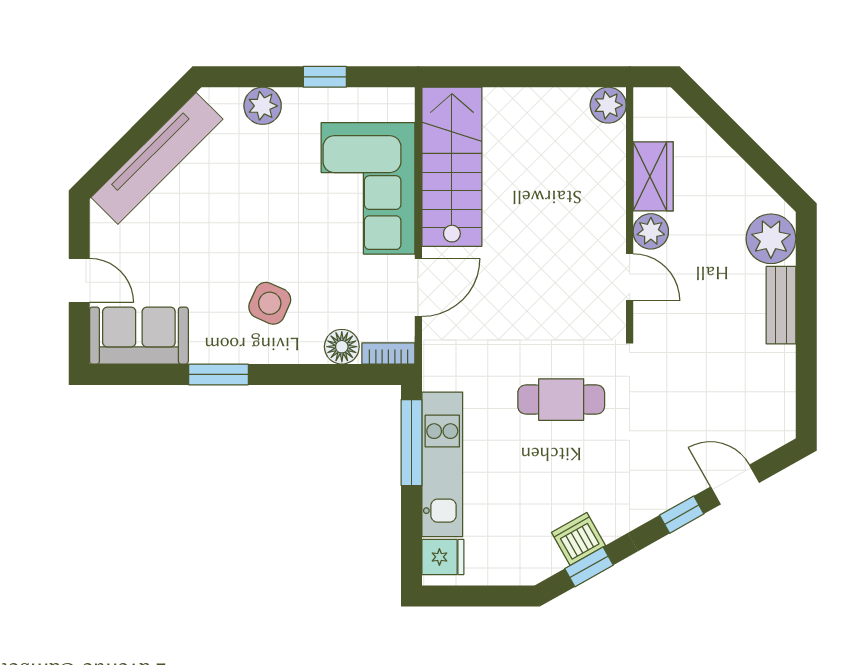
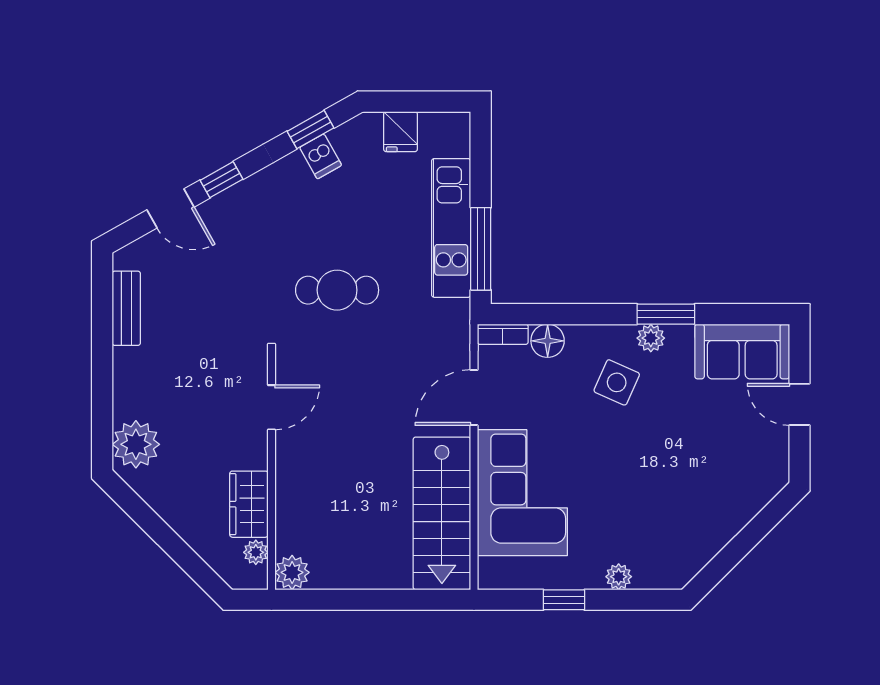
plant: (263, 106) -> (619, 577), width x0.73, depth x0.73
tv unit: (157, 158) -> (725, 521), removed
plant: (651, 231) -> (256, 552), moved, width x0.73, depth x0.73
door: (630, 277) -> (271, 407), swing flipped
bench: (781, 305) -> (126, 308), moved
plant: (234, 350) -> (651, 338), added
dishwasher: (578, 539) -> (321, 156), width x0.73
fridge: (443, 557) -> (400, 132), moved, turned -90

